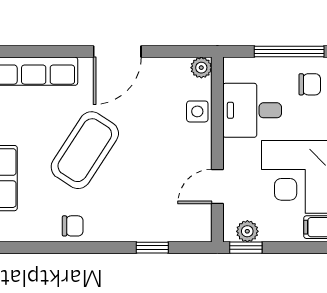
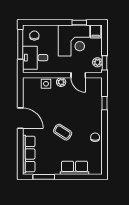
plant: (201, 68) -> (61, 82), moved
desk: (252, 110) -> (35, 58), moved, turned 90
coffee table: (85, 150) -> (63, 132), width x0.54, depth x0.58

